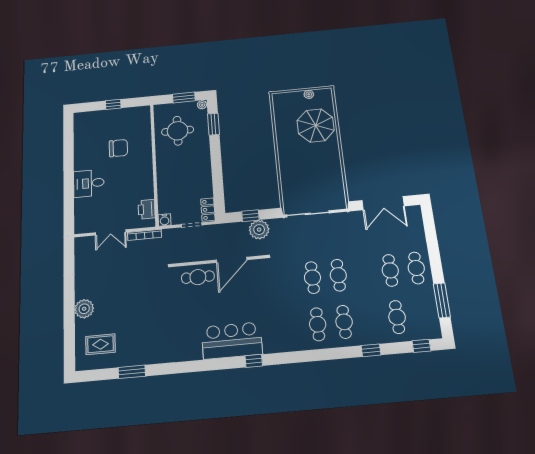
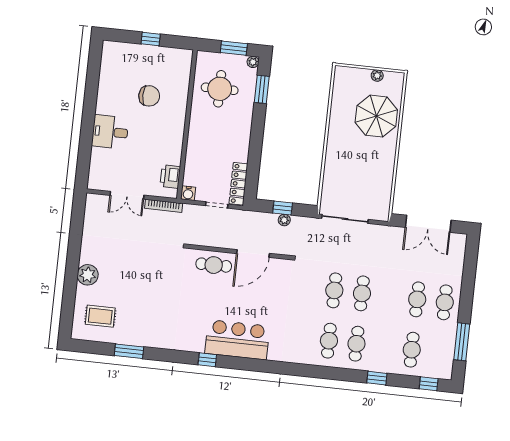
locker: (208, 210) -> (238, 184), width x1.53
plant: (259, 230) -> (284, 220), width x0.53, depth x0.53
window: (254, 361) -> (207, 360), moved

